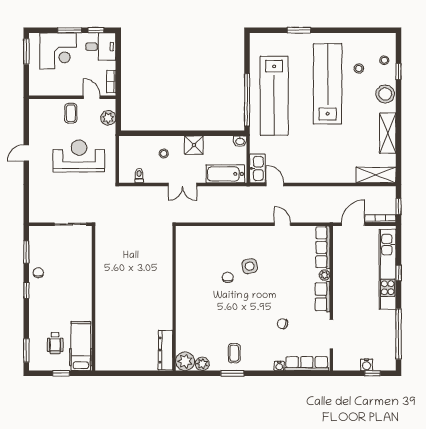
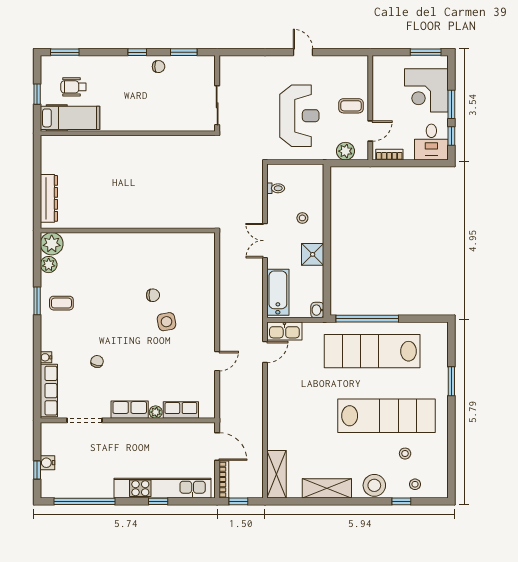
row of seats: (323, 247) -> (181, 410), width x0.68
dresser: (165, 350) -> (49, 198), moved, turned 90

